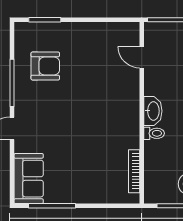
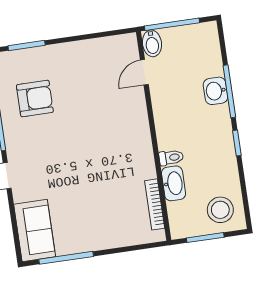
bidet: (152, 34) -> (152, 43), added
door: (142, 57) -> (144, 72), hinge flipped
washbasin: (153, 111) -> (174, 183), moved

